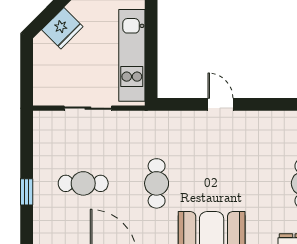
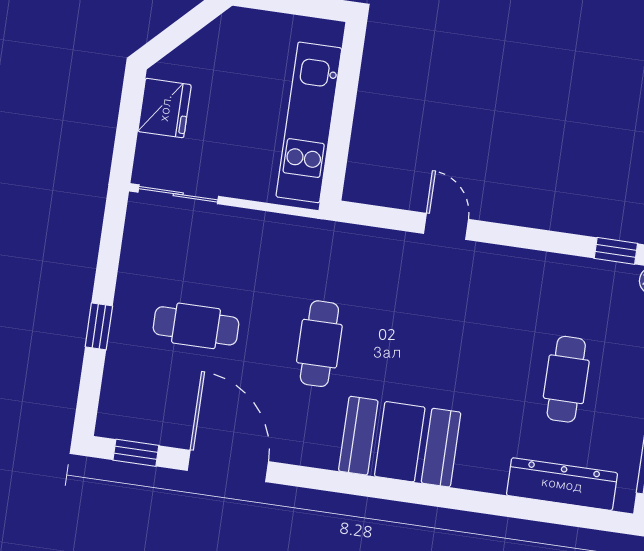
fridge: (62, 28) -> (165, 108), moved, turned -45
sliding door: (88, 108) -> (178, 194), moved

